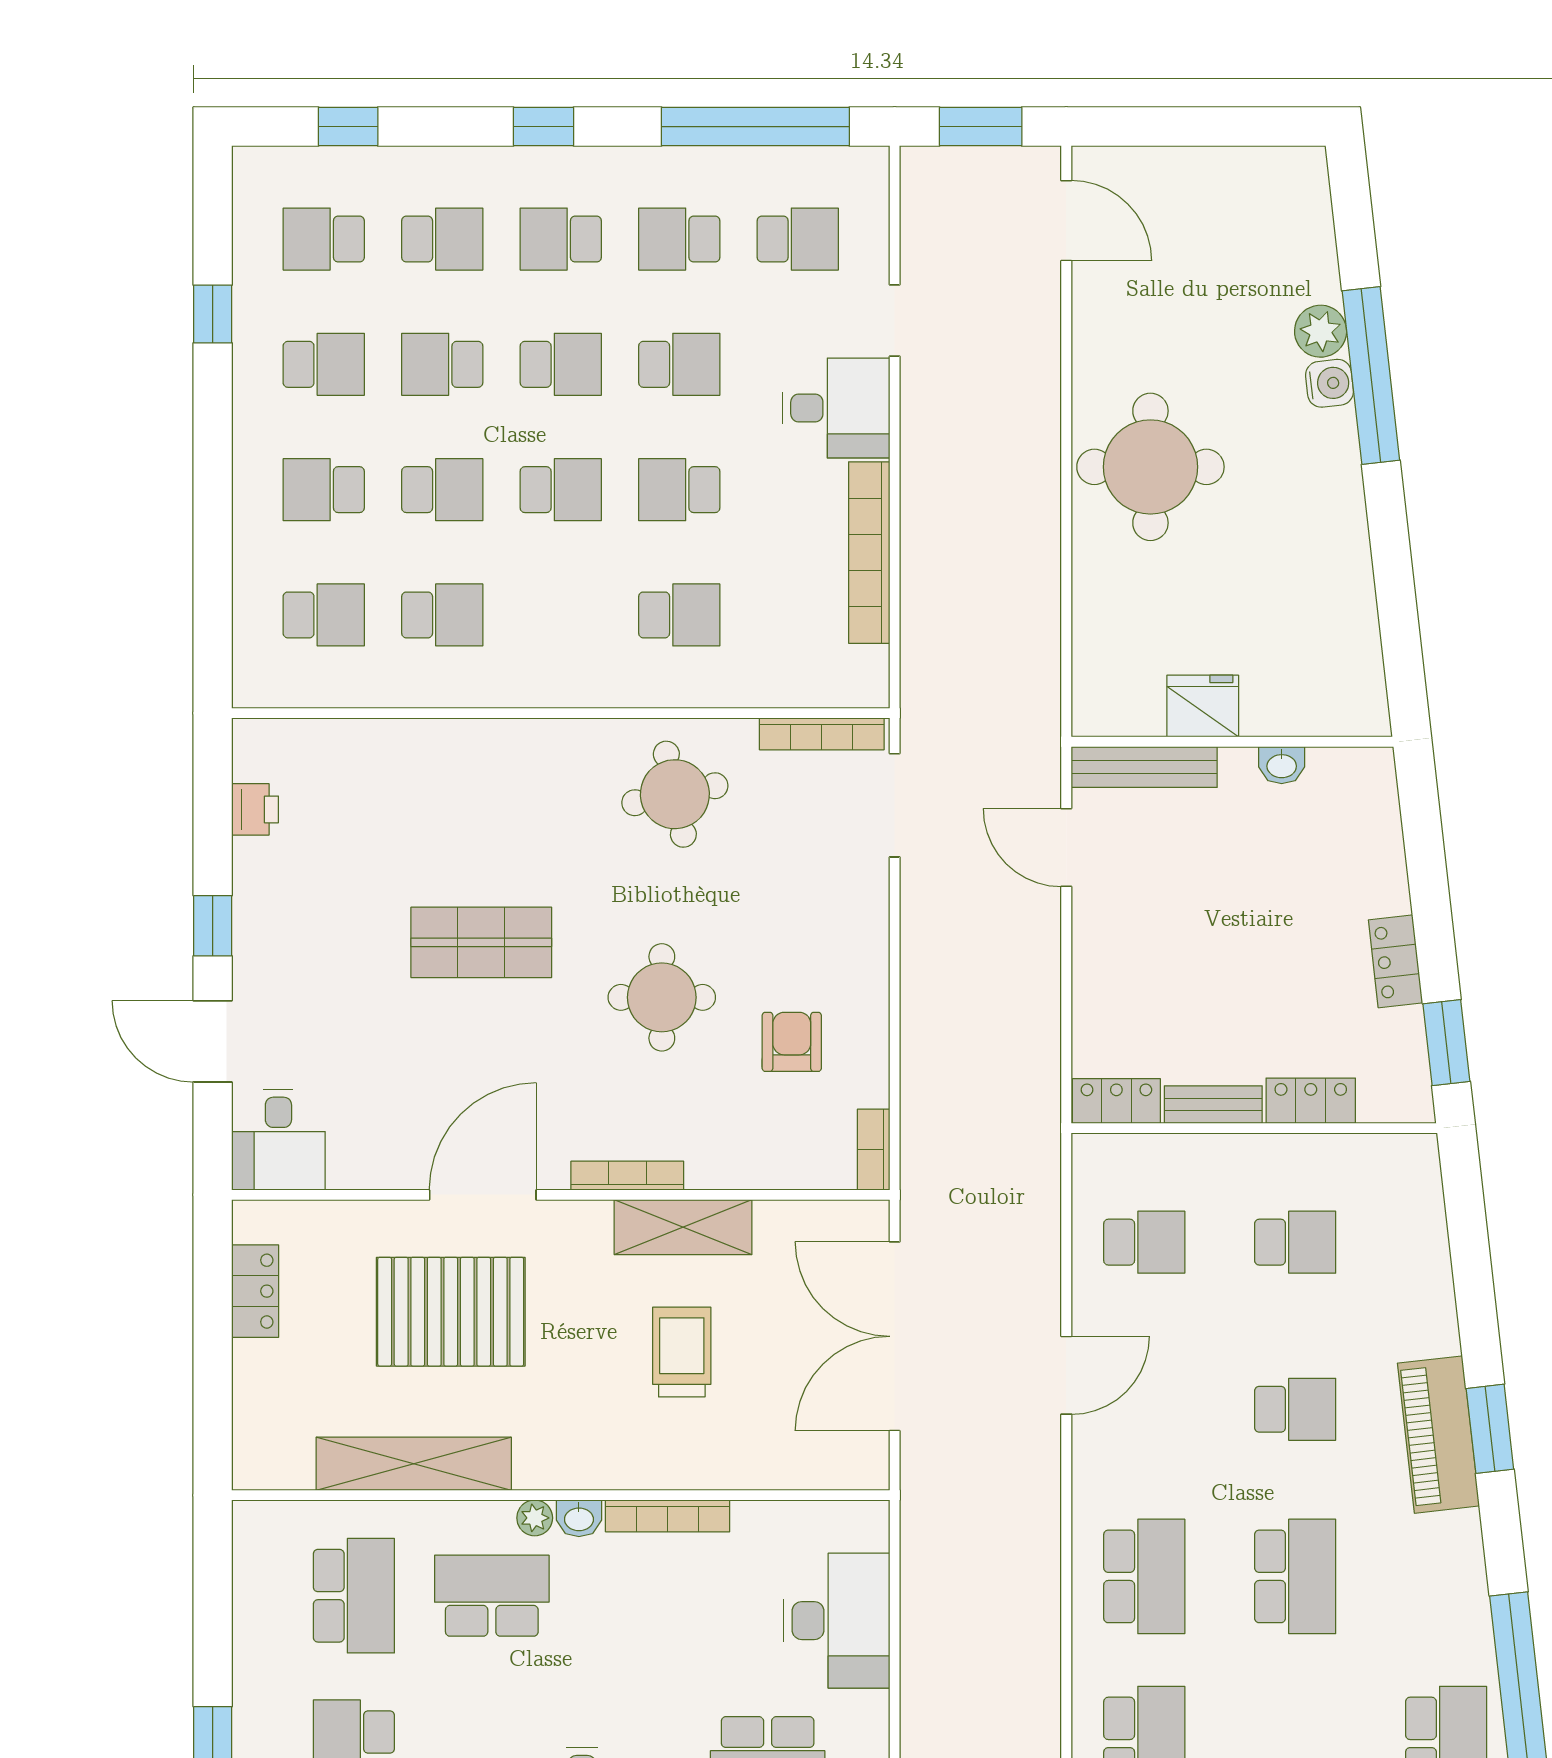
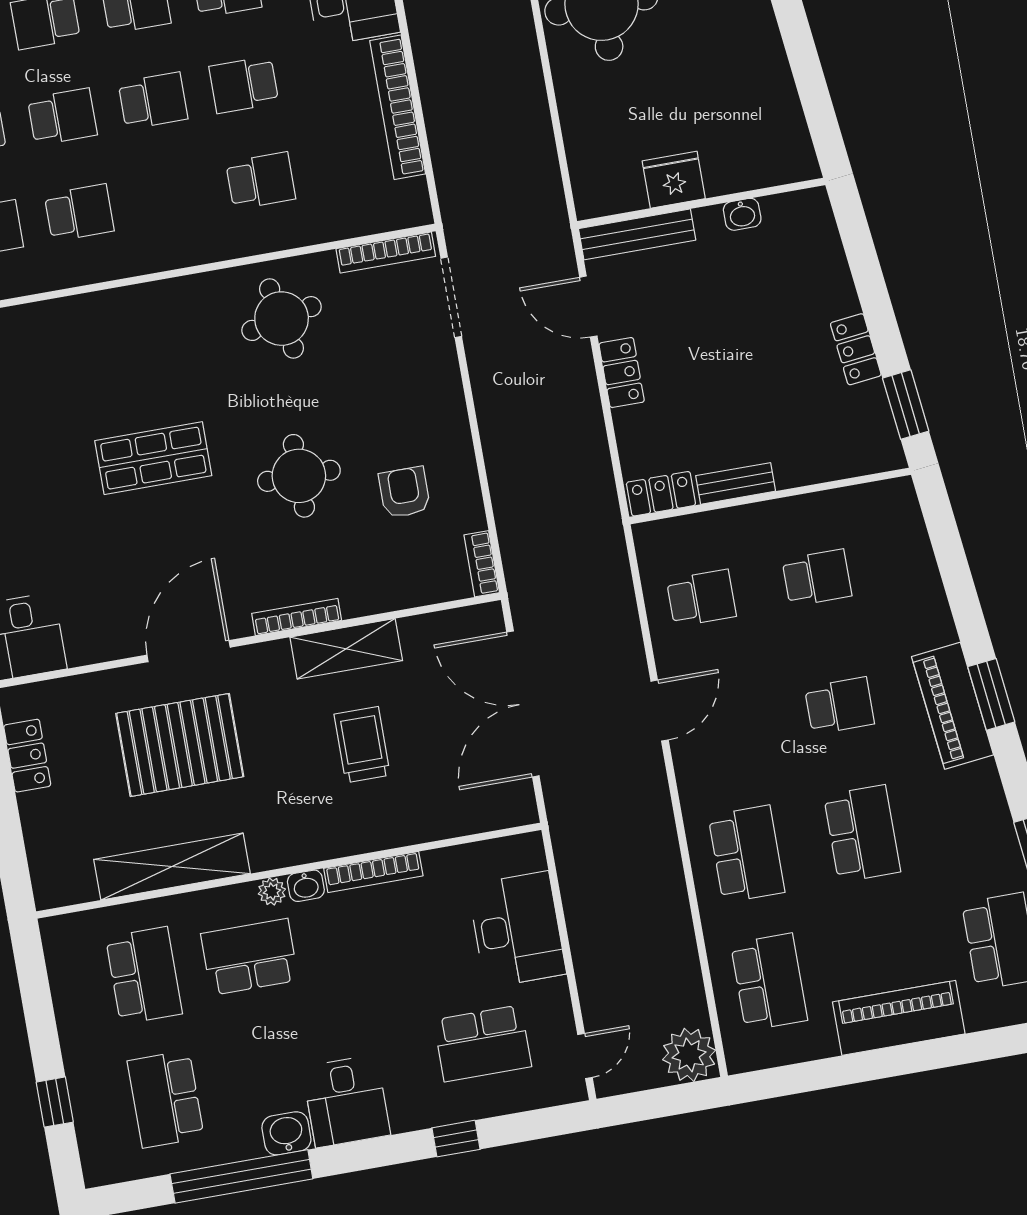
locker: (1311, 1101) -> (622, 373), moved, turned 90

